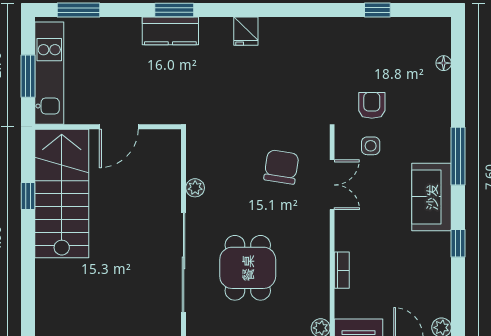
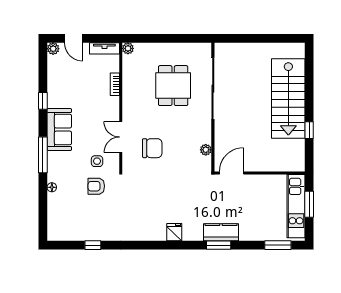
floor lamp: (444, 63) -> (52, 187), moved
armchair: (372, 105) -> (96, 186), turned 90
door: (119, 127) -> (232, 173), moved
chair: (281, 167) -> (152, 148), turned -99
plant: (195, 188) -> (206, 150), moved
stairs: (62, 193) -> (288, 99), moved

